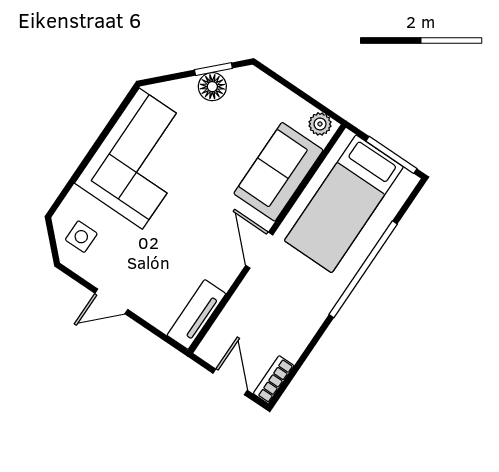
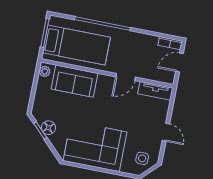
door: (259, 250) -> (126, 77), moved

